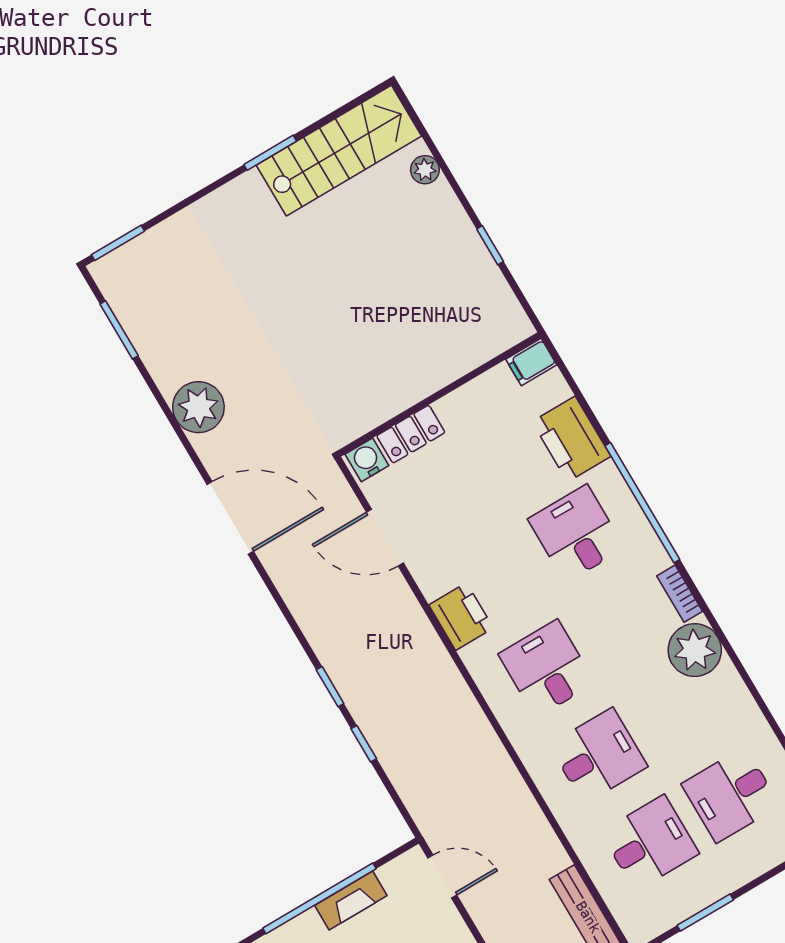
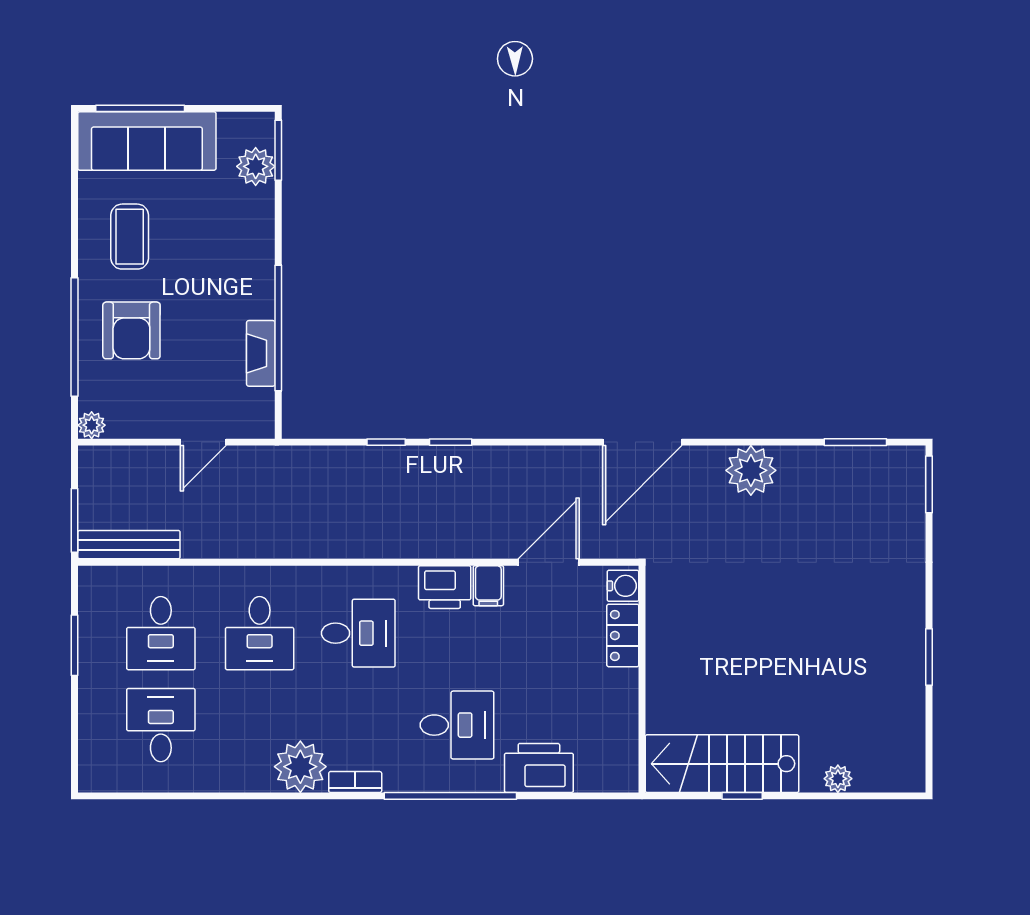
stairs: (339, 151) -> (722, 764), moved, turned 90
filing cabinet: (531, 362) -> (488, 586), moved, turned 180
door: (442, 876) -> (203, 442), moved

